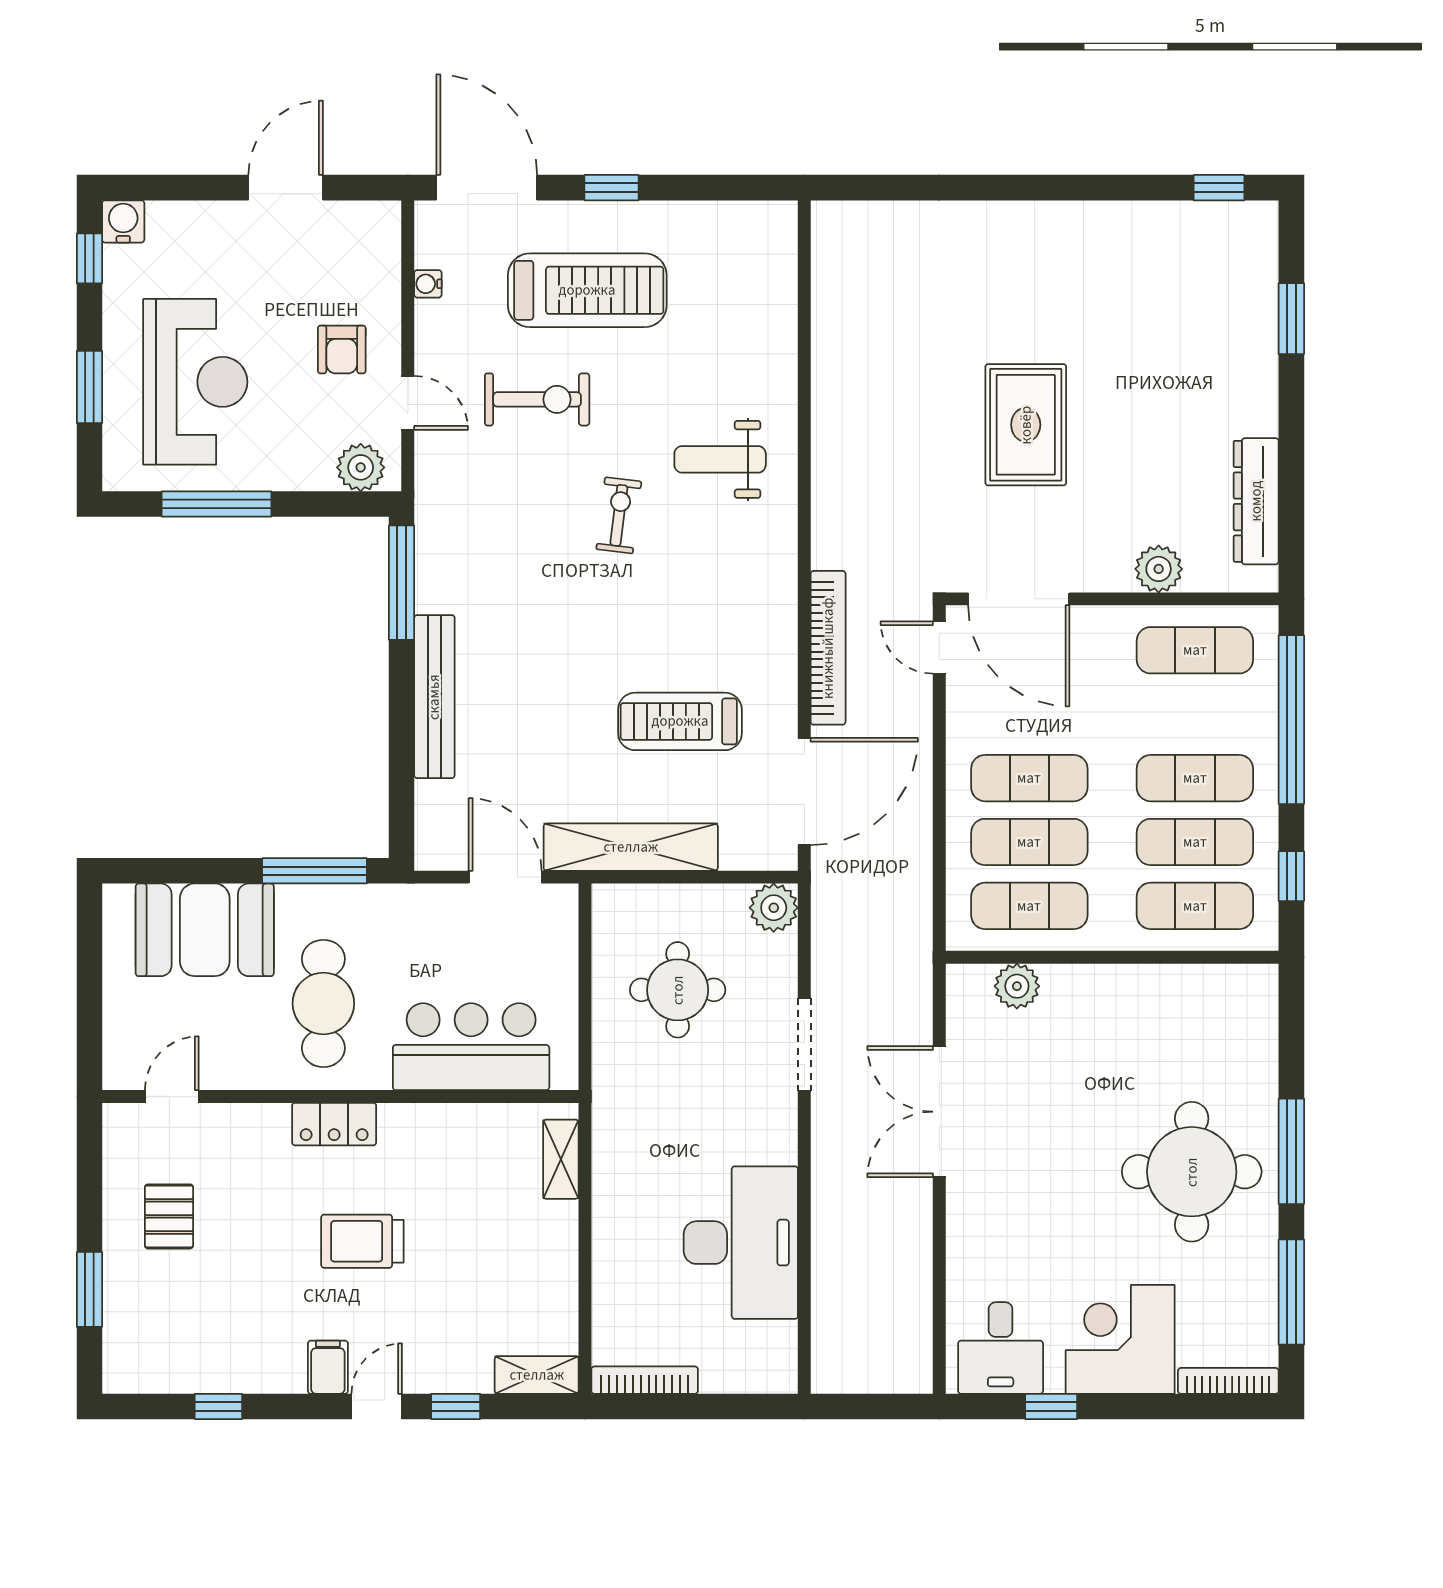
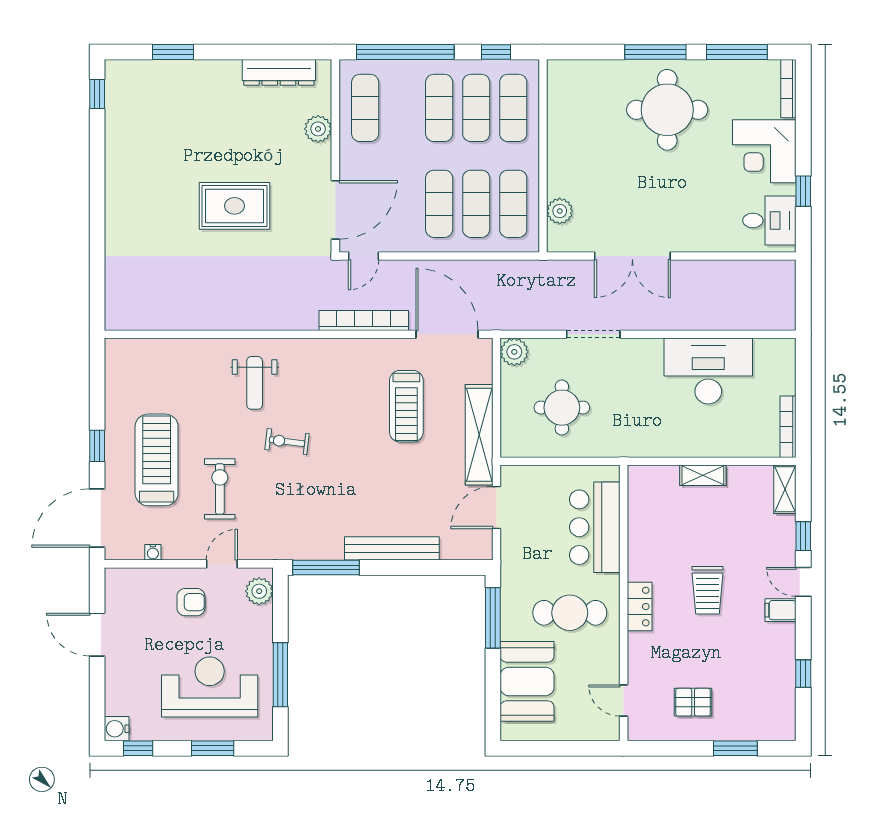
shelving: (561, 1159) -> (703, 475), moved

